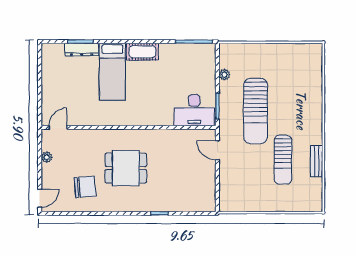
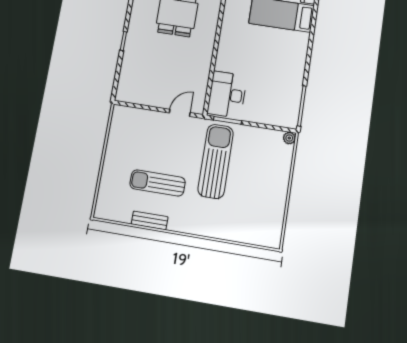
cot: (142, 52) -> (299, 49), removed
plant: (224, 75) -> (289, 138), moved
sun lounger: (256, 111) -> (216, 161), turned 90

